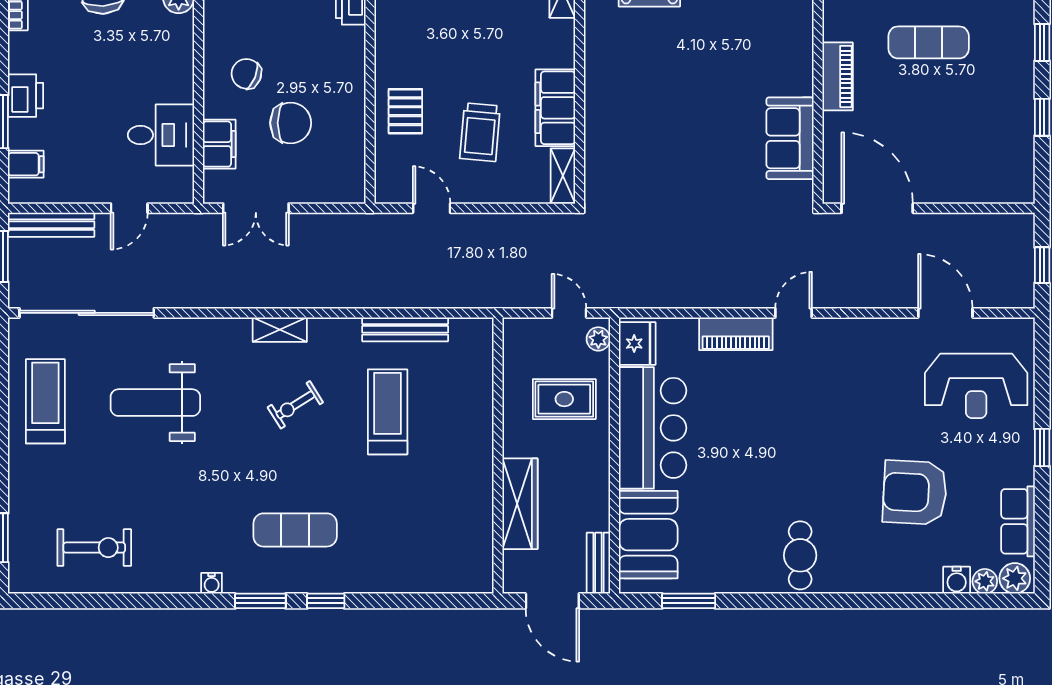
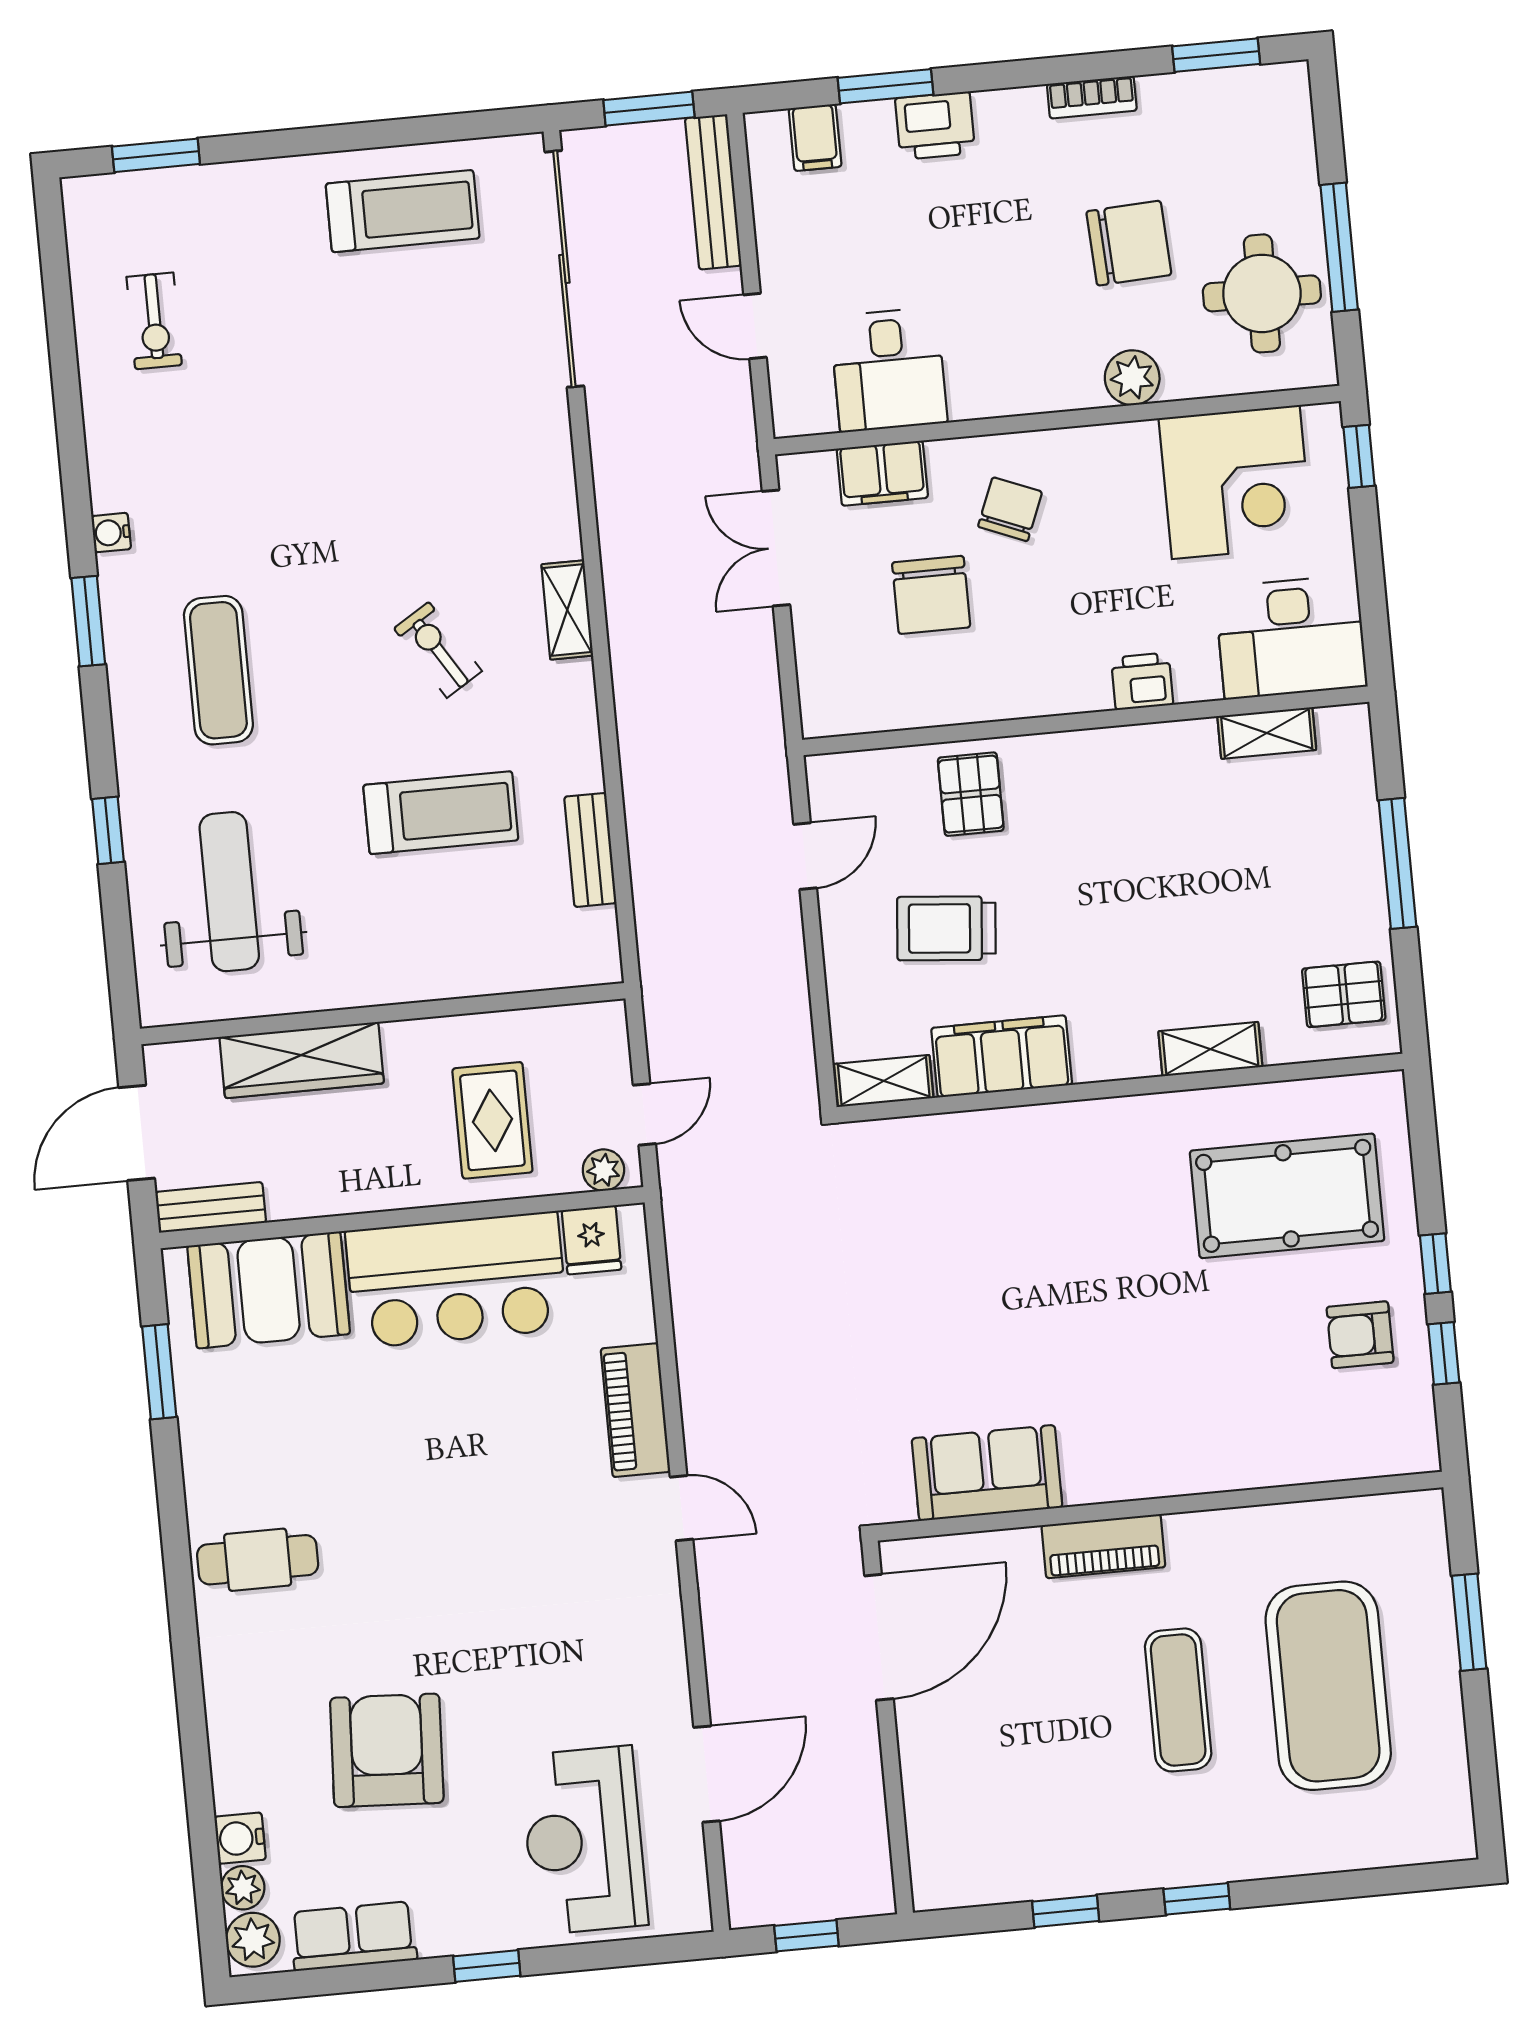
pallet: (405, 111) -> (971, 794), turned 90
bench: (405, 329) -> (590, 850), width x0.73
fridge: (637, 344) -> (592, 1240), width x0.72
weight bench: (155, 403) -> (229, 892), moved
exercise bike: (94, 548) -> (154, 321), width x0.73, depth x0.72
window: (326, 601) -> (108, 830), moved

